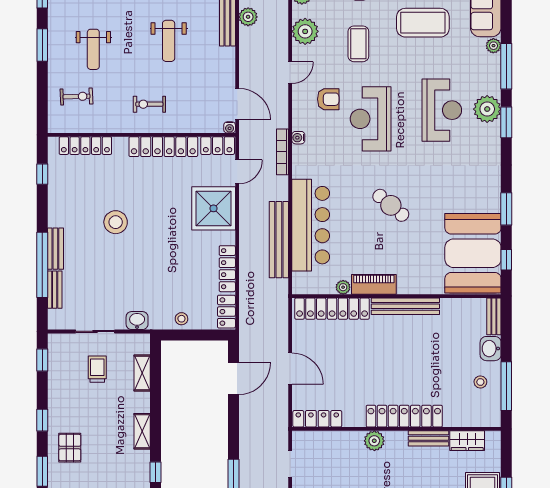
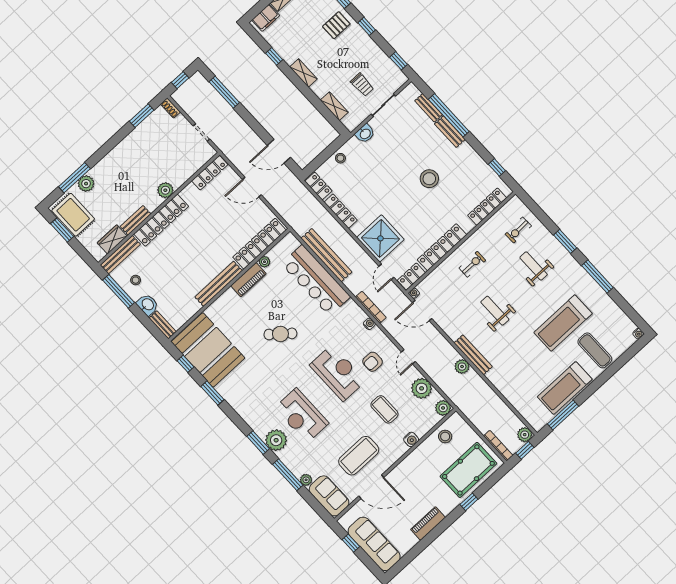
door: (233, 379) -> (279, 151), hinge flipped
bench: (473, 419) -> (120, 255), added
pallet: (70, 448) -> (336, 25), turned 90

